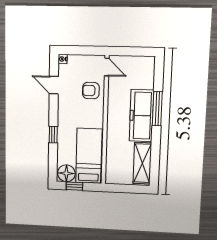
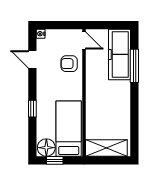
window: (157, 109) -> (134, 66), moved
freezer: (141, 116) -> (119, 54), moved
shelving: (142, 163) -> (106, 148), moved, turned 90

